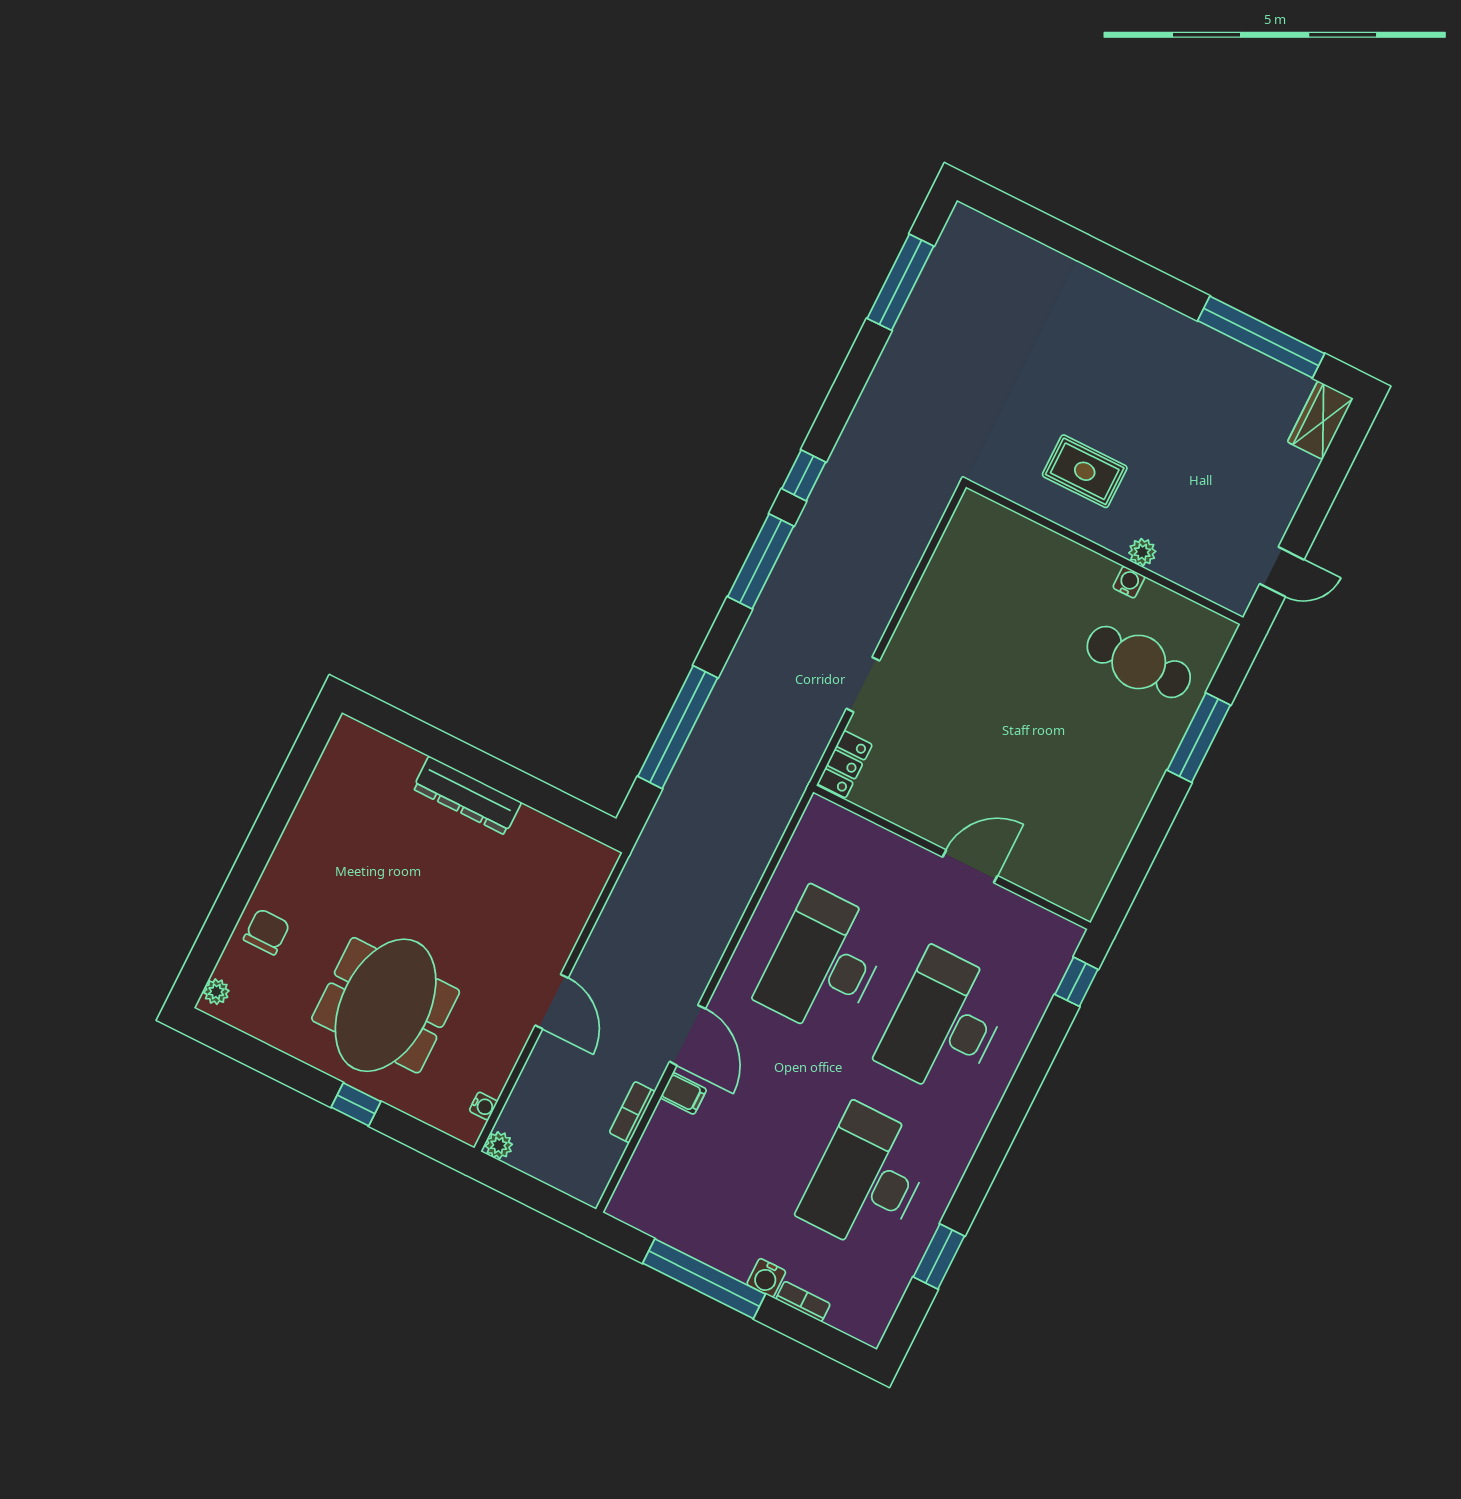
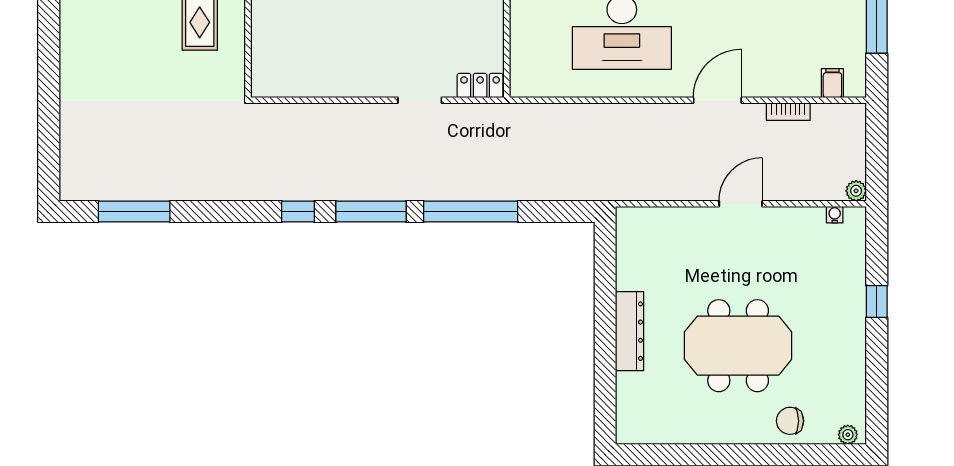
window: (678, 727) -> (471, 212), moved
meeting table: (386, 1005) -> (738, 346), moved
filing cabinet: (683, 1093) -> (832, 83), moved

